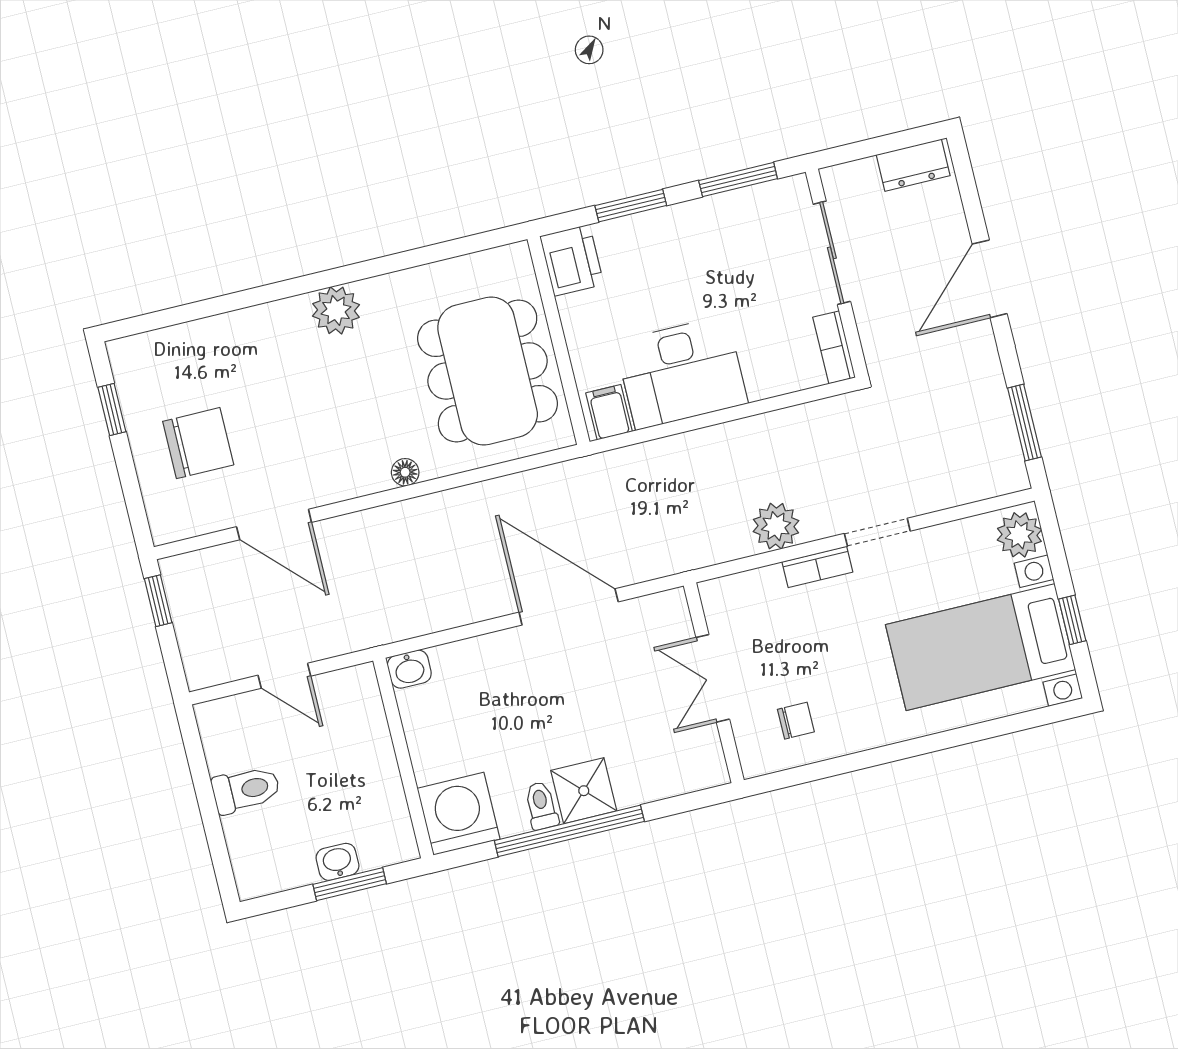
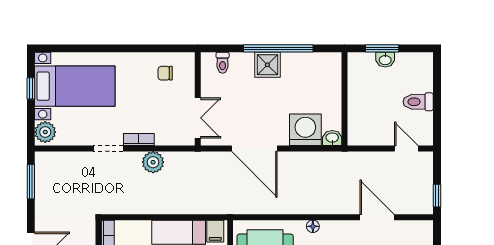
door: (284, 676) -> (406, 149), moved
double door: (713, 678) -> (198, 118), moved
toilet: (541, 806) -> (223, 63), moved
washing machine: (459, 814) -> (305, 130), moved, turned 180

